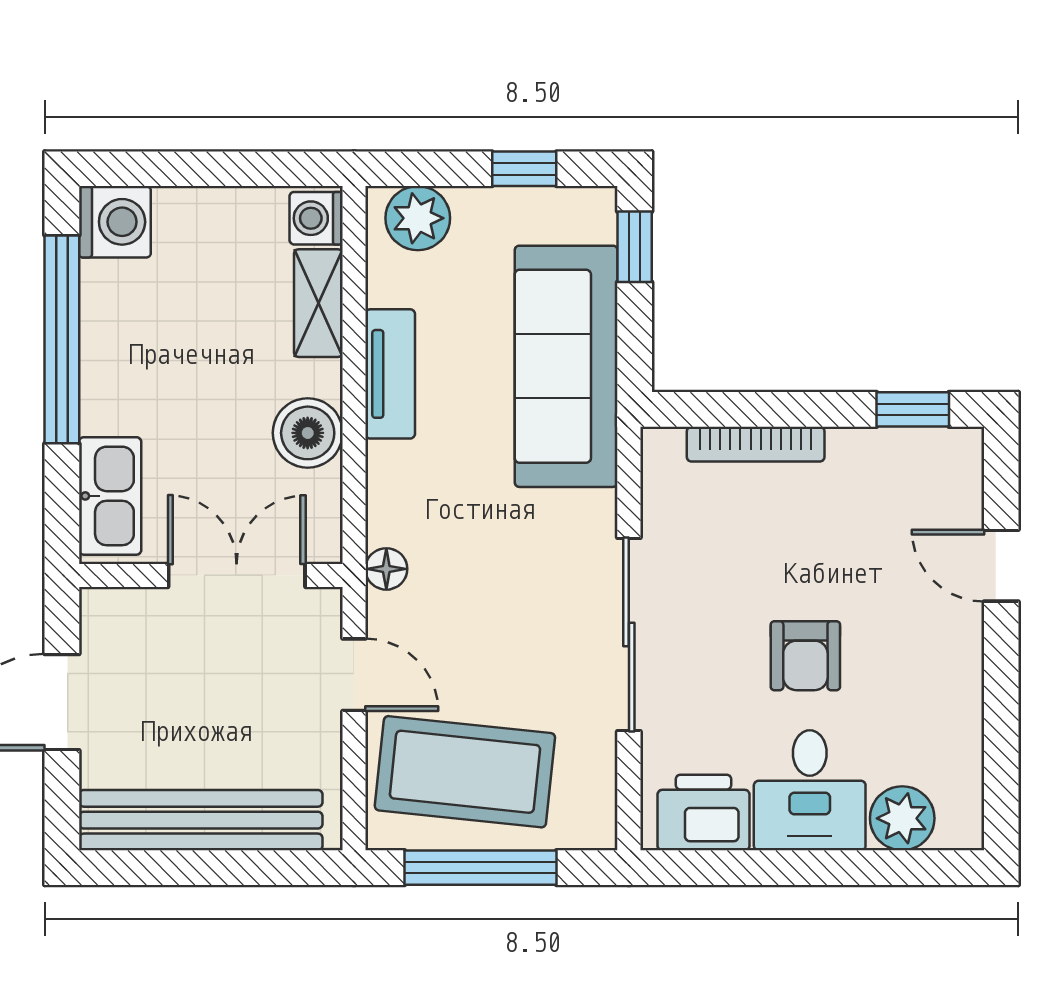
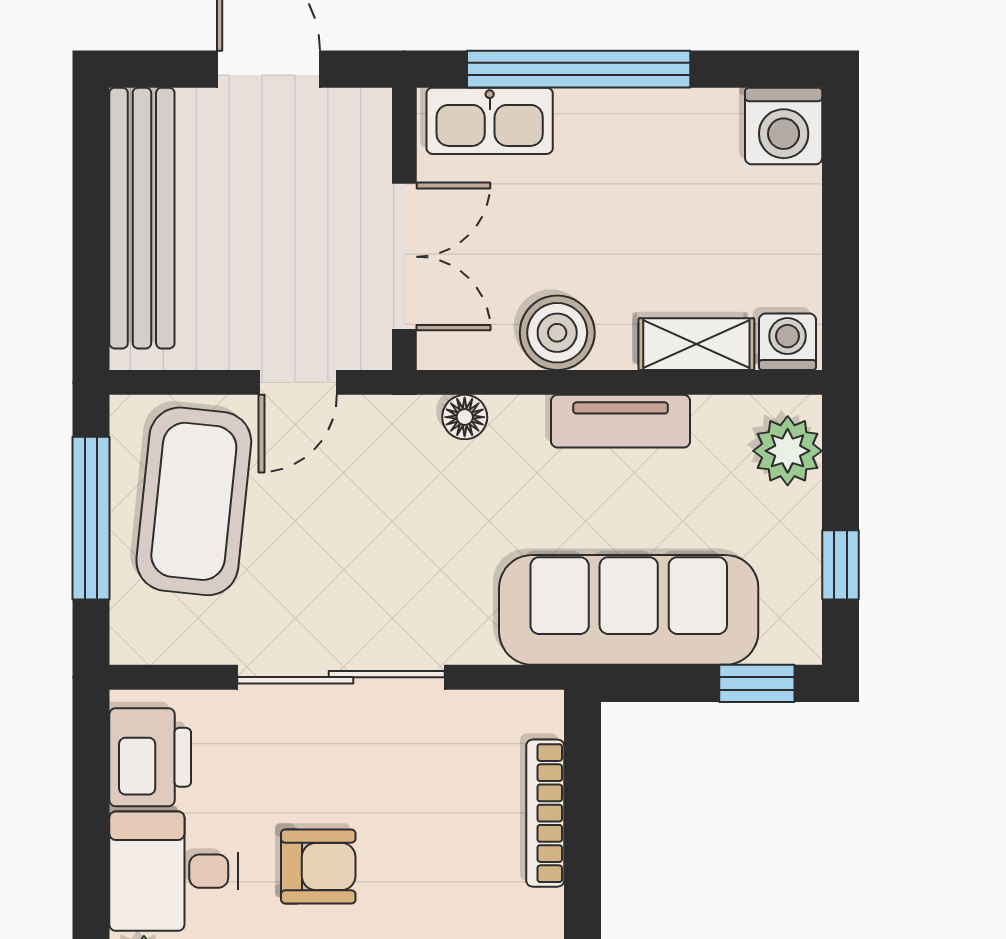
window: (62, 339) -> (579, 69), moved
floor lamp: (386, 569) -> (465, 417), moved
armchair: (805, 656) -> (318, 867), turned 180

